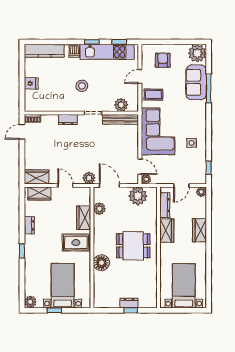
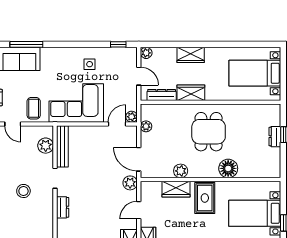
door: (109, 185) -> (139, 159), hinge flipped
plant: (138, 196) -> (146, 126), width x0.53, depth x0.53
plant: (99, 209) -> (181, 171), moved

